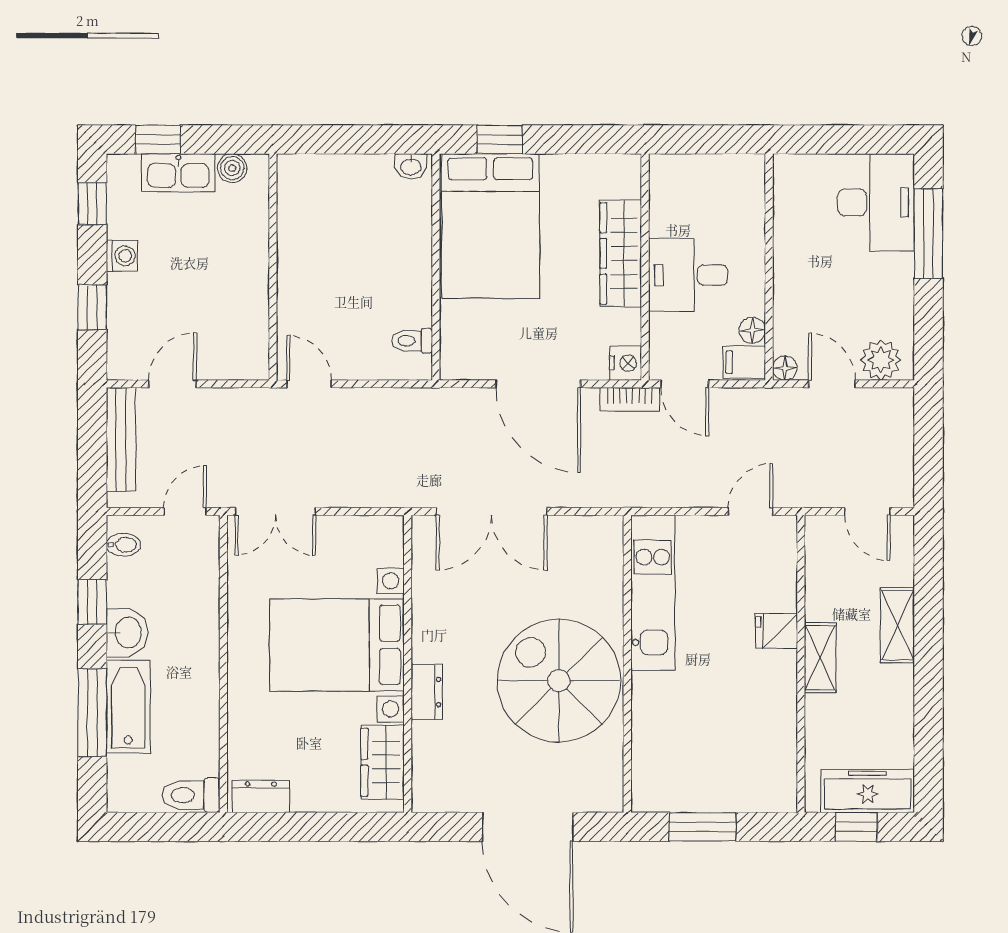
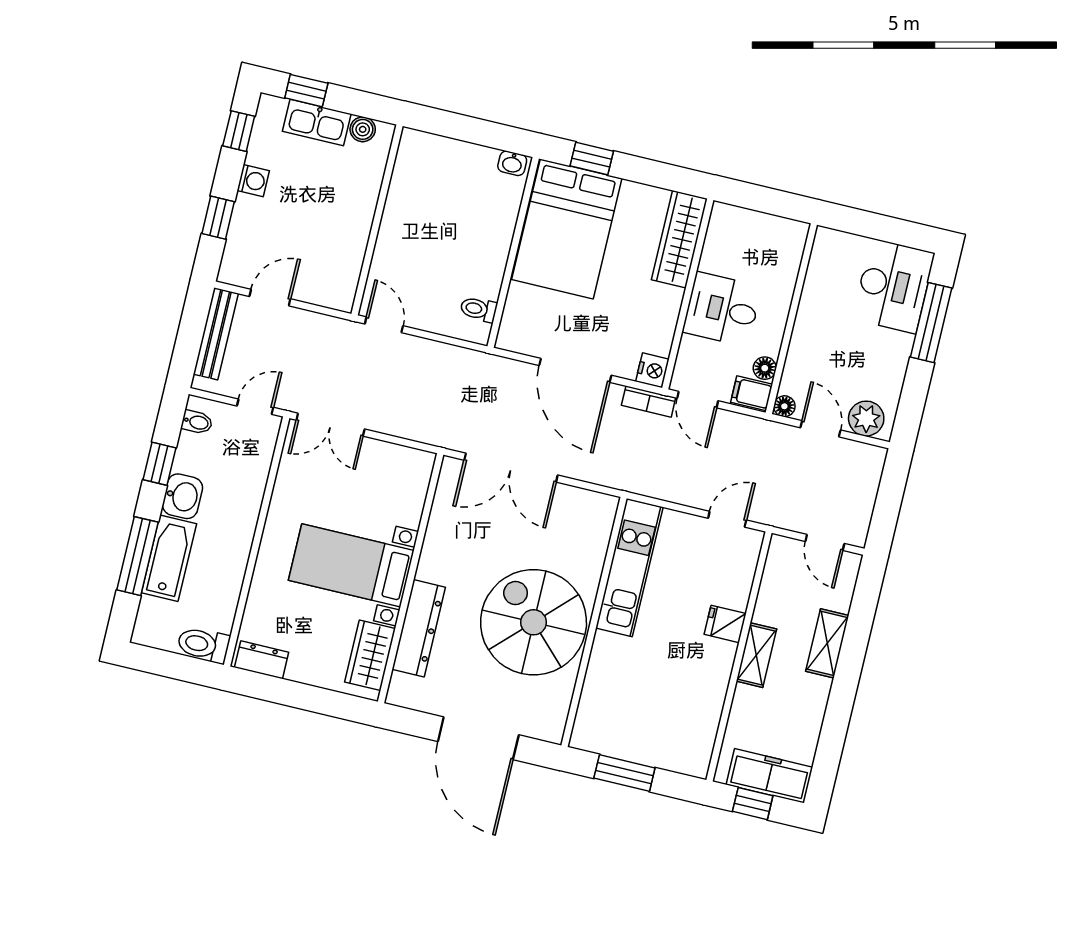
wardrobe: (621, 253) -> (679, 239), moved
bed with nightstands: (337, 645) -> (351, 565), width x0.73
dresser: (427, 692) -> (419, 628), width x1.96, depth x1.24

